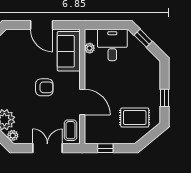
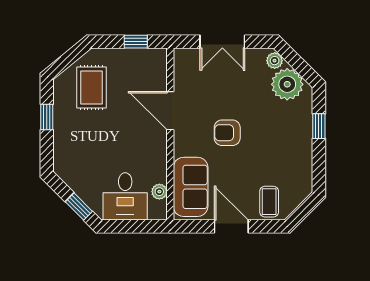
rug: (135, 118) -> (92, 87), turned 90
coffee table: (71, 130) -> (269, 202), moved

